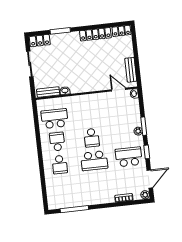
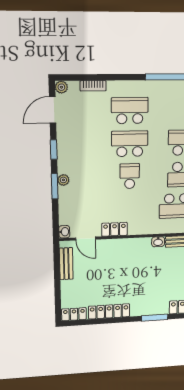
locker: (98, 98) -> (115, 229), added
school desk: (129, 157) -> (130, 111), moved, turned 180

